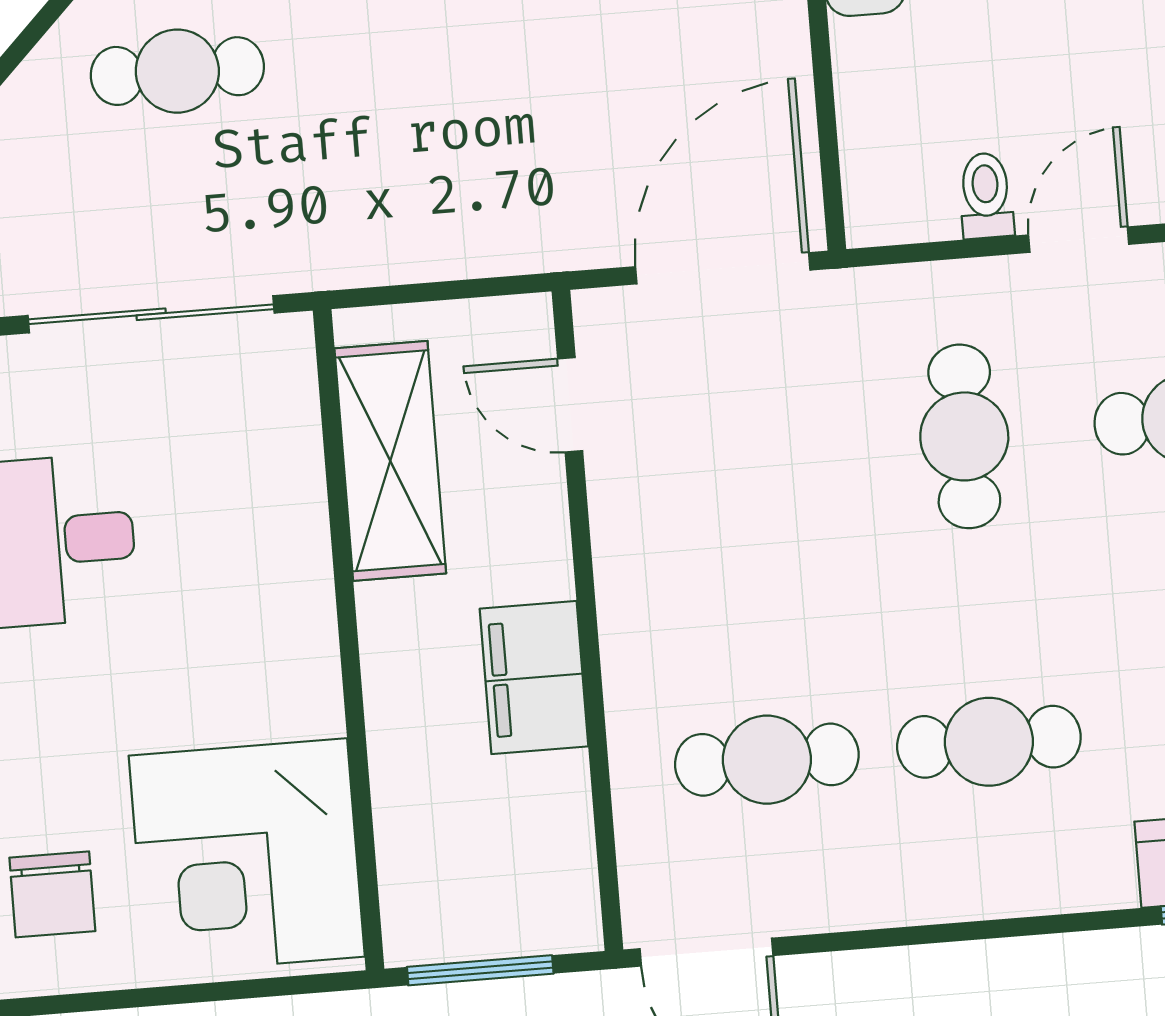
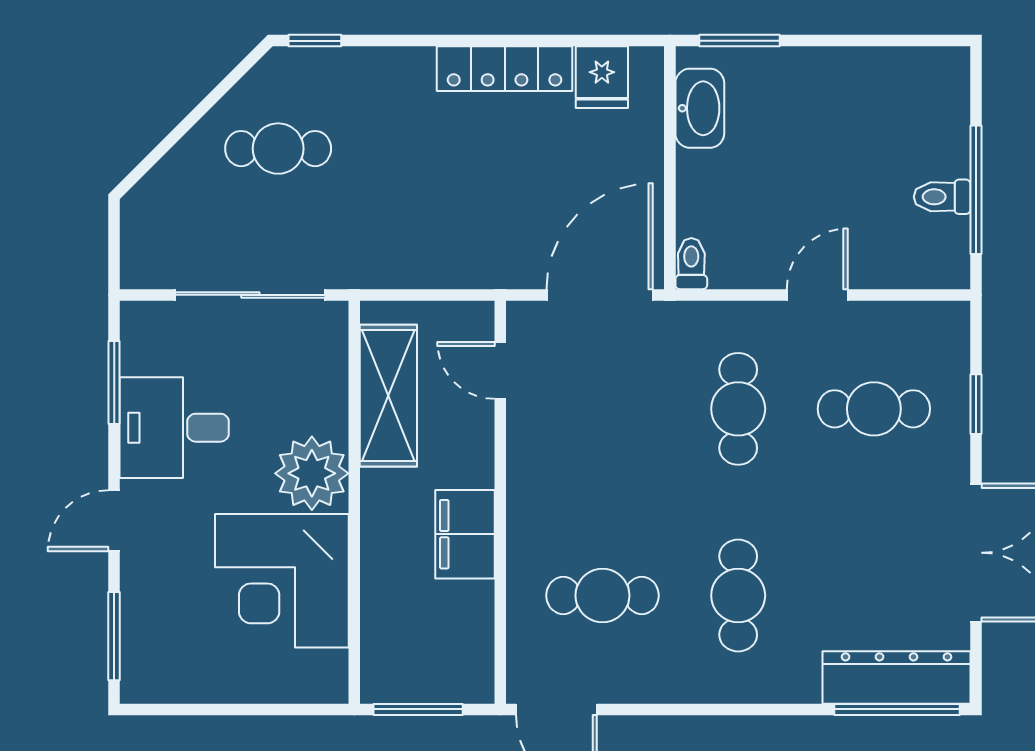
toilet: (986, 196) -> (691, 264), moved
plant: (275, 598) -> (312, 473), added
cafe table: (989, 742) -> (738, 595), turned 90
corner desk: (247, 856) -> (282, 581), moved
chair: (52, 894) -> (162, 642), removed

